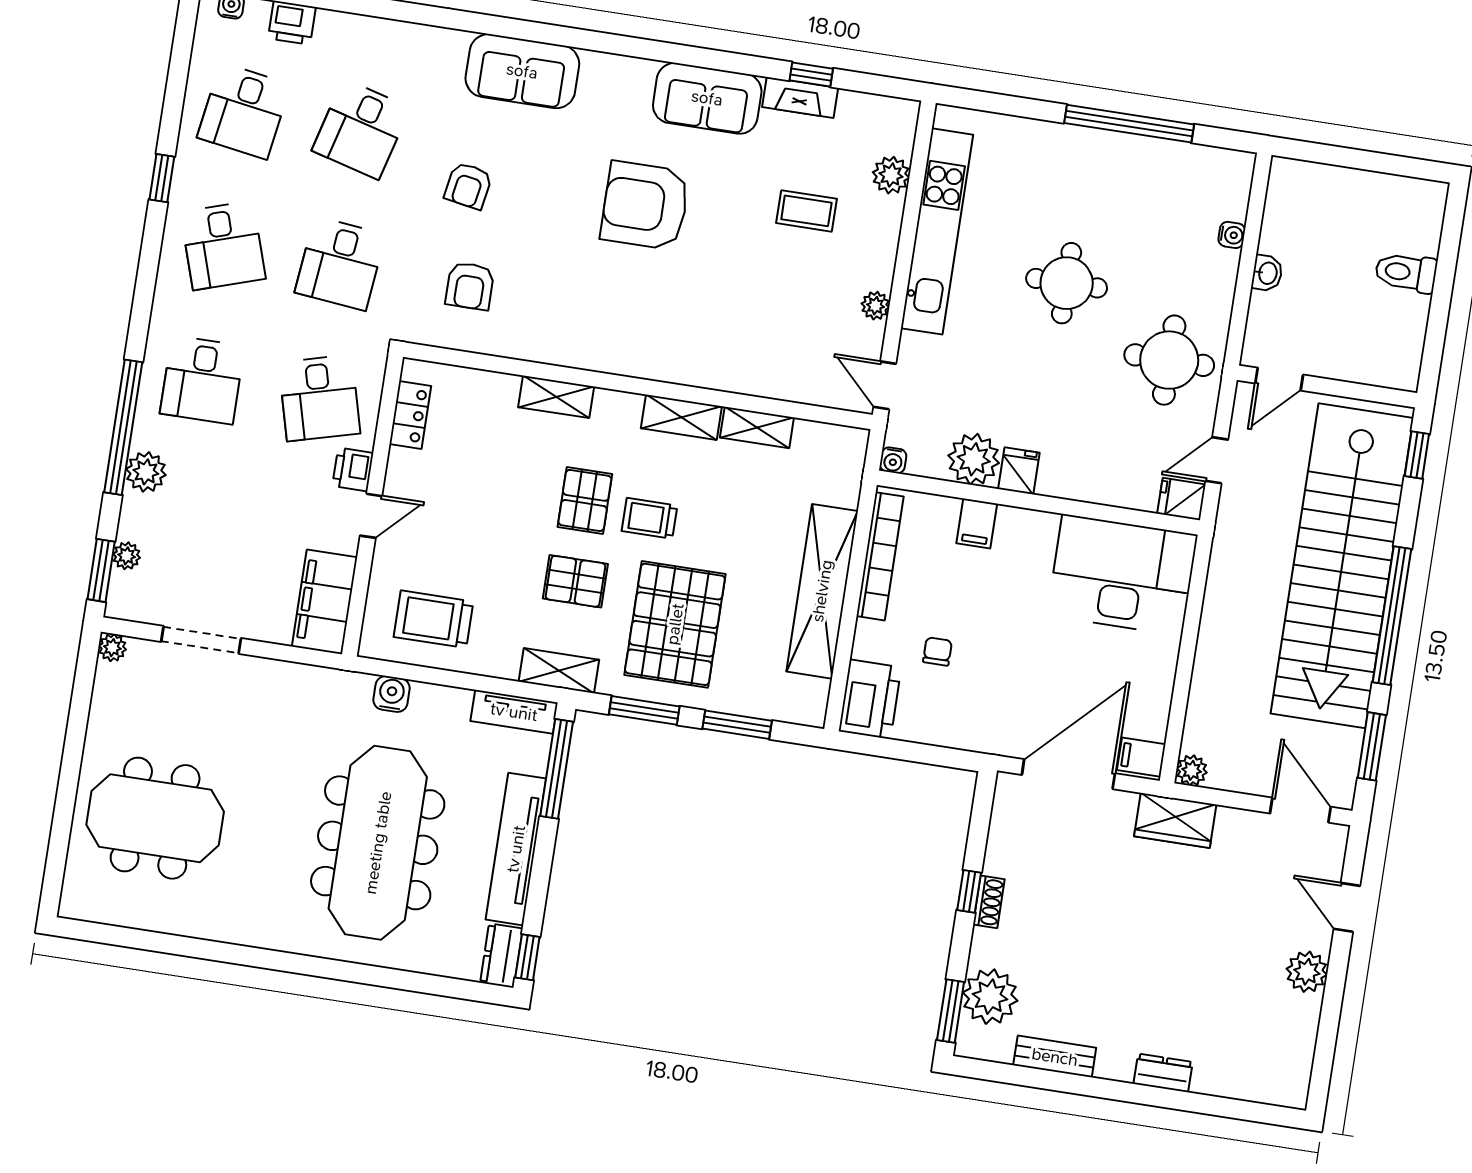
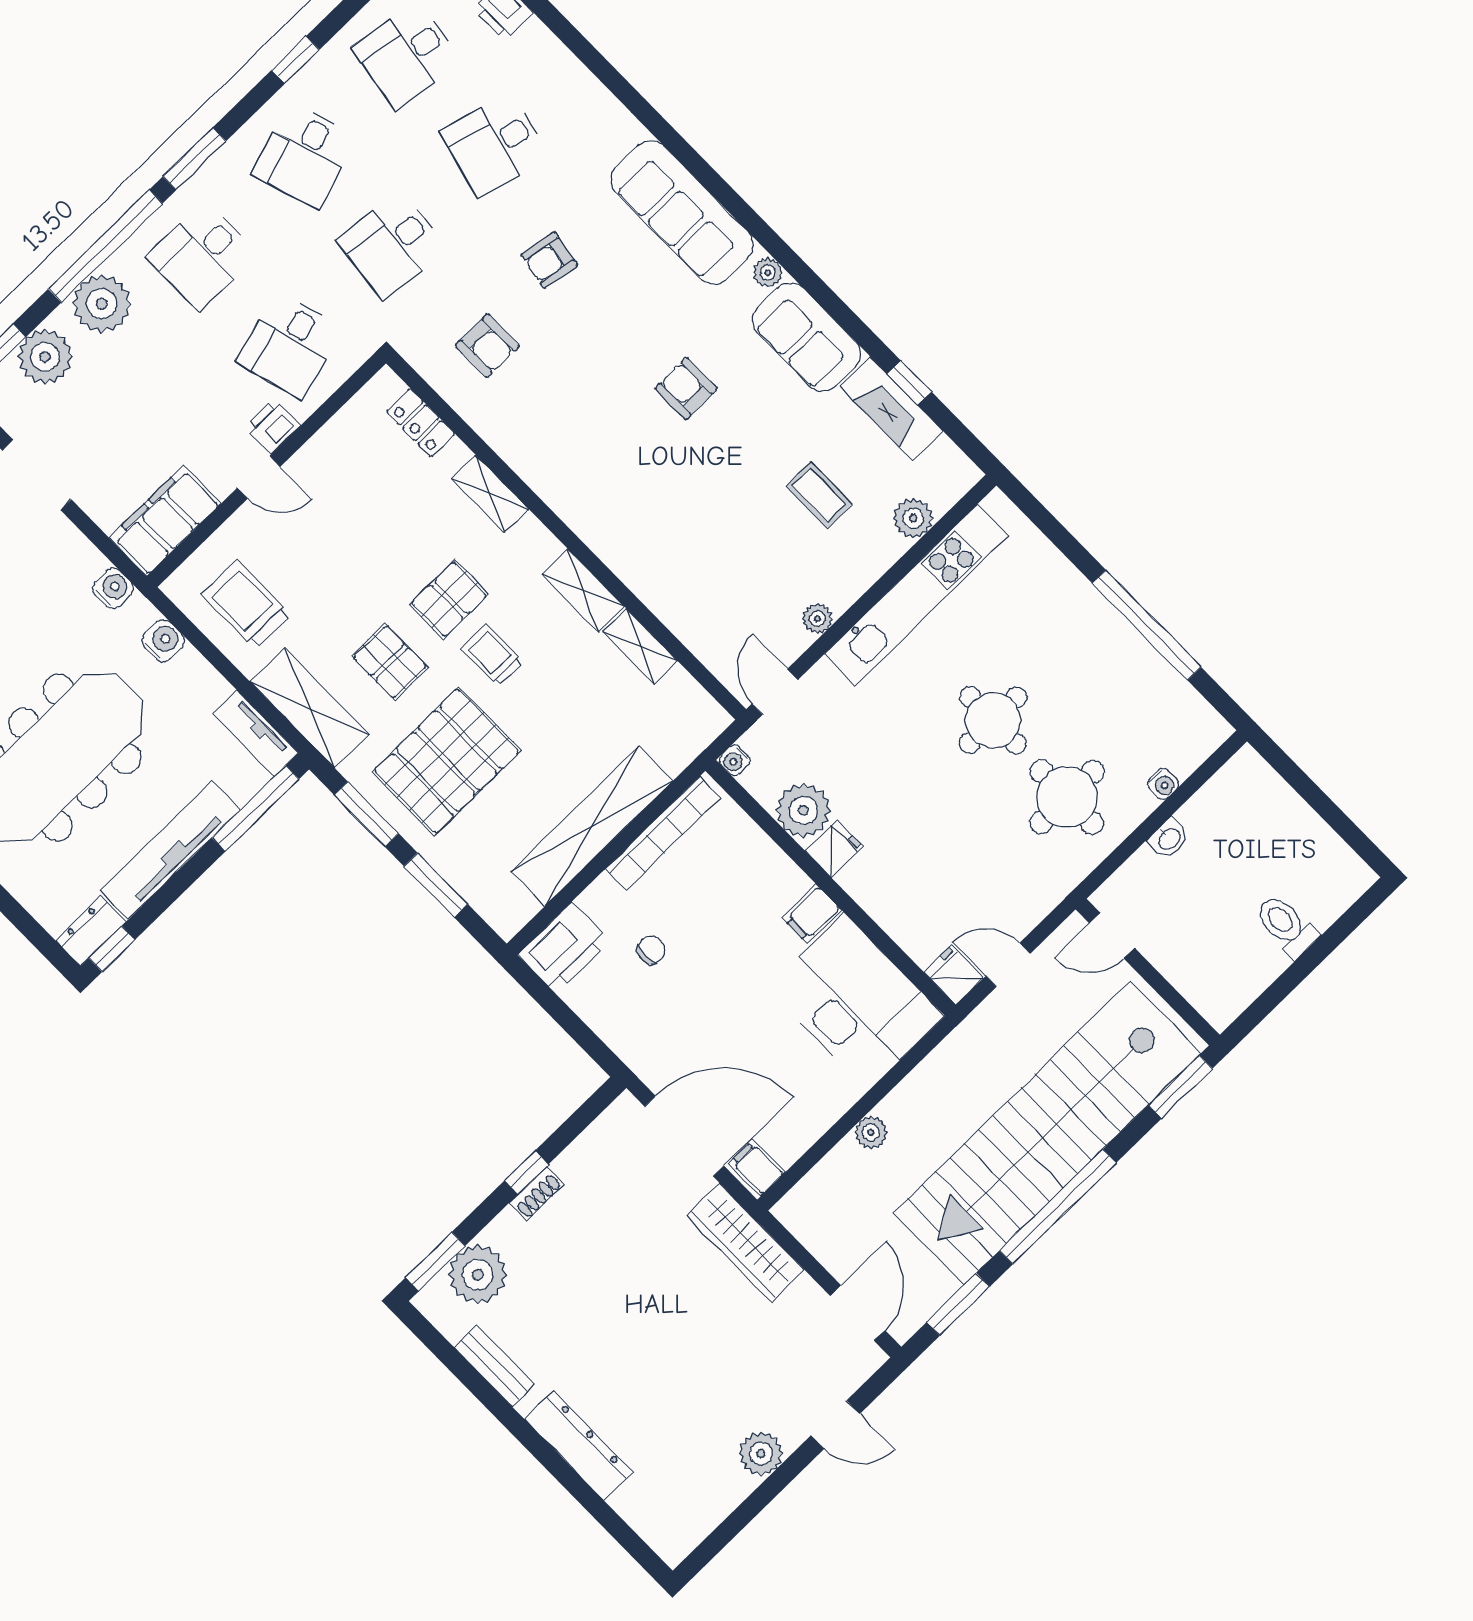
sofa: (522, 71) -> (682, 212), width x1.36
plant: (641, 71) -> (768, 273), added
fireplace: (800, 97) -> (891, 409), width x1.37, depth x1.32
armchair: (645, 206) -> (686, 389), width x0.53, depth x0.53
armchair: (470, 286) -> (487, 346), turned -90
window: (141, 310) -> (195, 159), added
round table: (1169, 360) -> (1067, 797), moved
locker: (410, 415) -> (421, 423), moved, turned 90
window: (1417, 455) -> (1180, 1087), width x1.50
plant: (146, 472) -> (102, 304), width x1.36, depth x1.36
filing cabinet: (977, 524) -> (812, 914), moved
plant: (127, 556) -> (45, 357), width x1.87, depth x1.87
shelving: (559, 671) -> (310, 708), width x1.50, depth x1.33
water cooler: (324, 683) -> (113, 588), added
plant: (1192, 770) -> (871, 1132), moved
wardrobe: (1175, 820) -> (745, 1243), width x1.50
door: (1347, 907) -> (835, 1425), swing flipped
dresser: (1163, 1073) -> (578, 1446), width x1.96, depth x1.24

